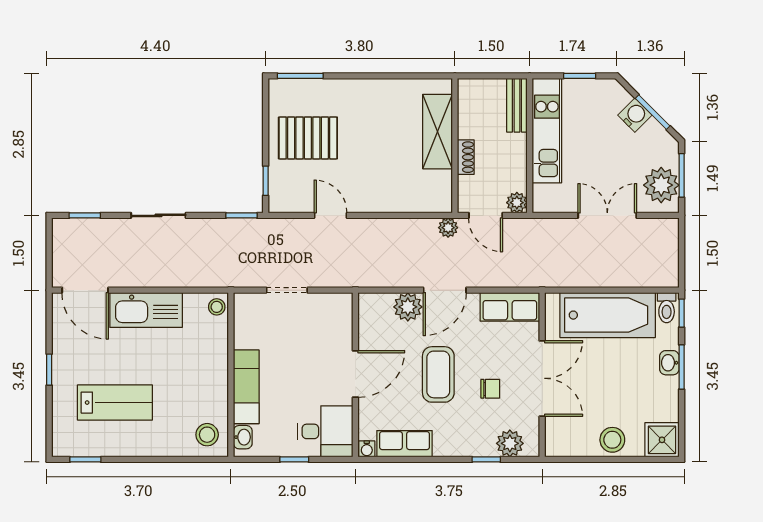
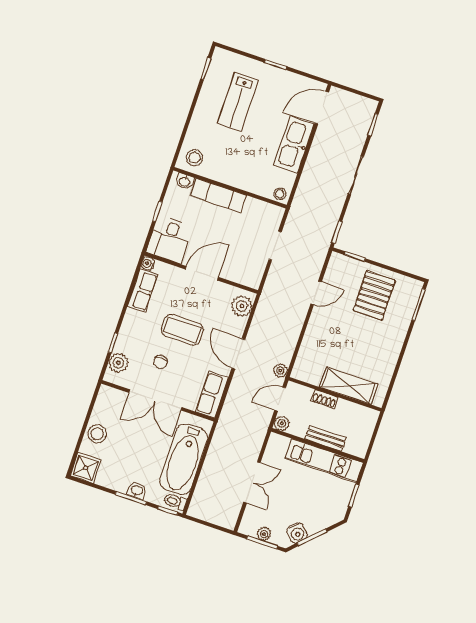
bench: (517, 105) -> (325, 438), moved
water cooler: (635, 115) -> (297, 533), moved
plant: (661, 185) -> (264, 534), width x0.53, depth x0.53
plant: (408, 307) -> (242, 306), moved
door: (355, 374) -> (202, 273), swing flipped

